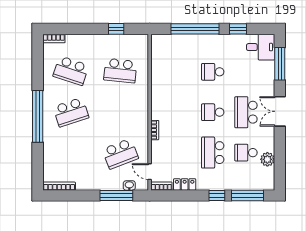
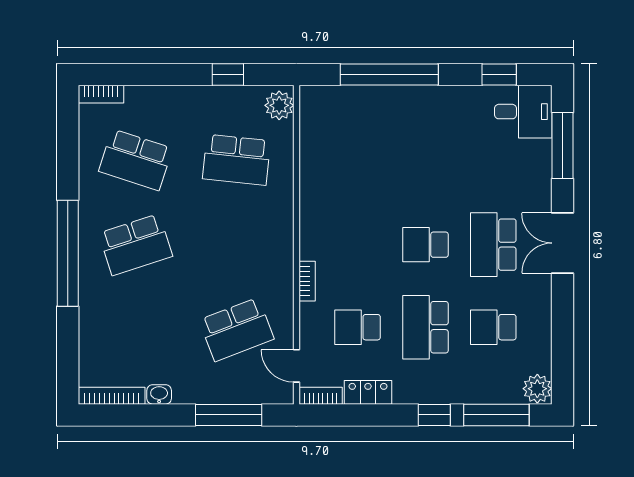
window: (238, 29) -> (499, 74), moved
plant: (141, 44) -> (279, 105), added
school desk: (213, 72) -> (358, 327), moved
plant: (267, 159) -> (537, 389), moved
washbasin: (129, 185) -> (159, 394), moved

